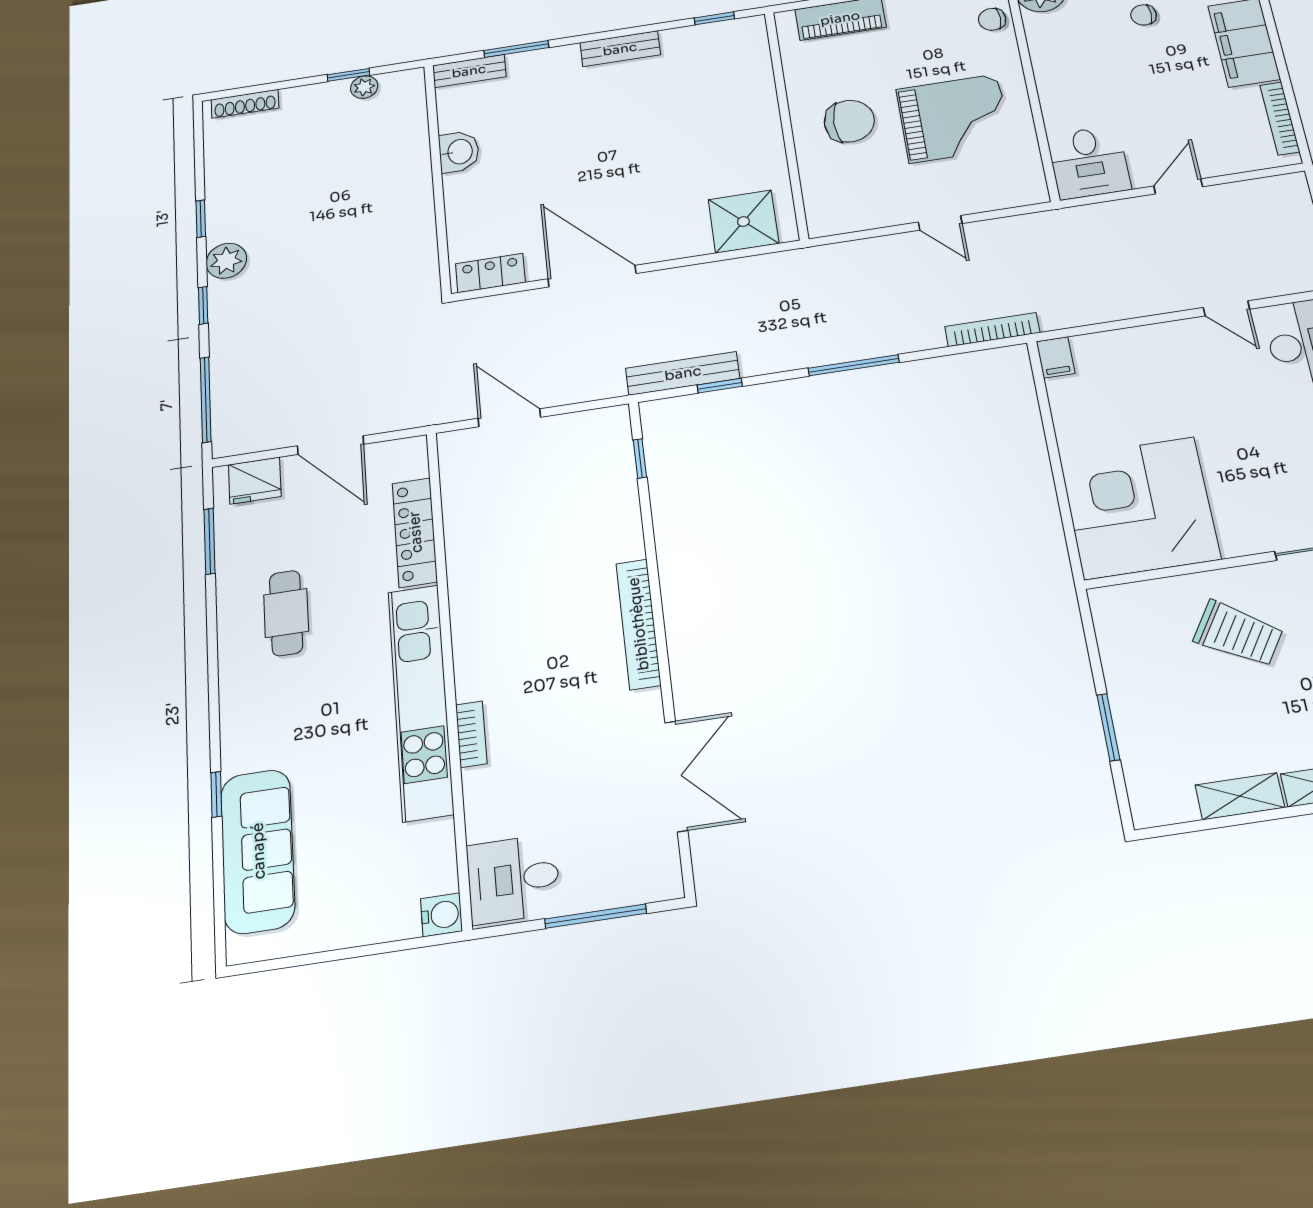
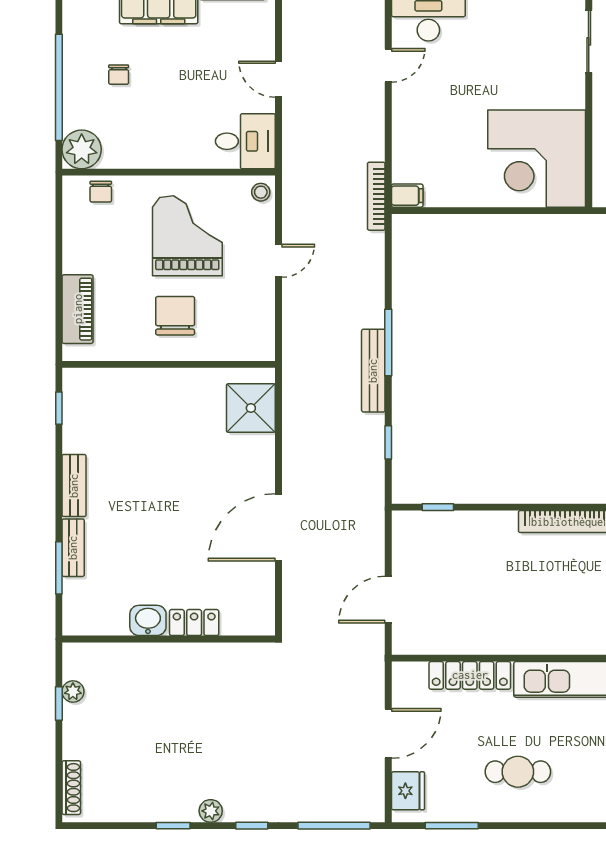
bench: (469, 71) -> (73, 548), moved
stool: (1026, 189) -> (261, 192), added
plant: (226, 261) -> (211, 811), width x0.73, depth x0.73
locker: (490, 273) -> (194, 623), moved, turned 90
bookcase: (992, 330) -> (376, 196), moved
bench: (683, 373) -> (373, 371), moved

